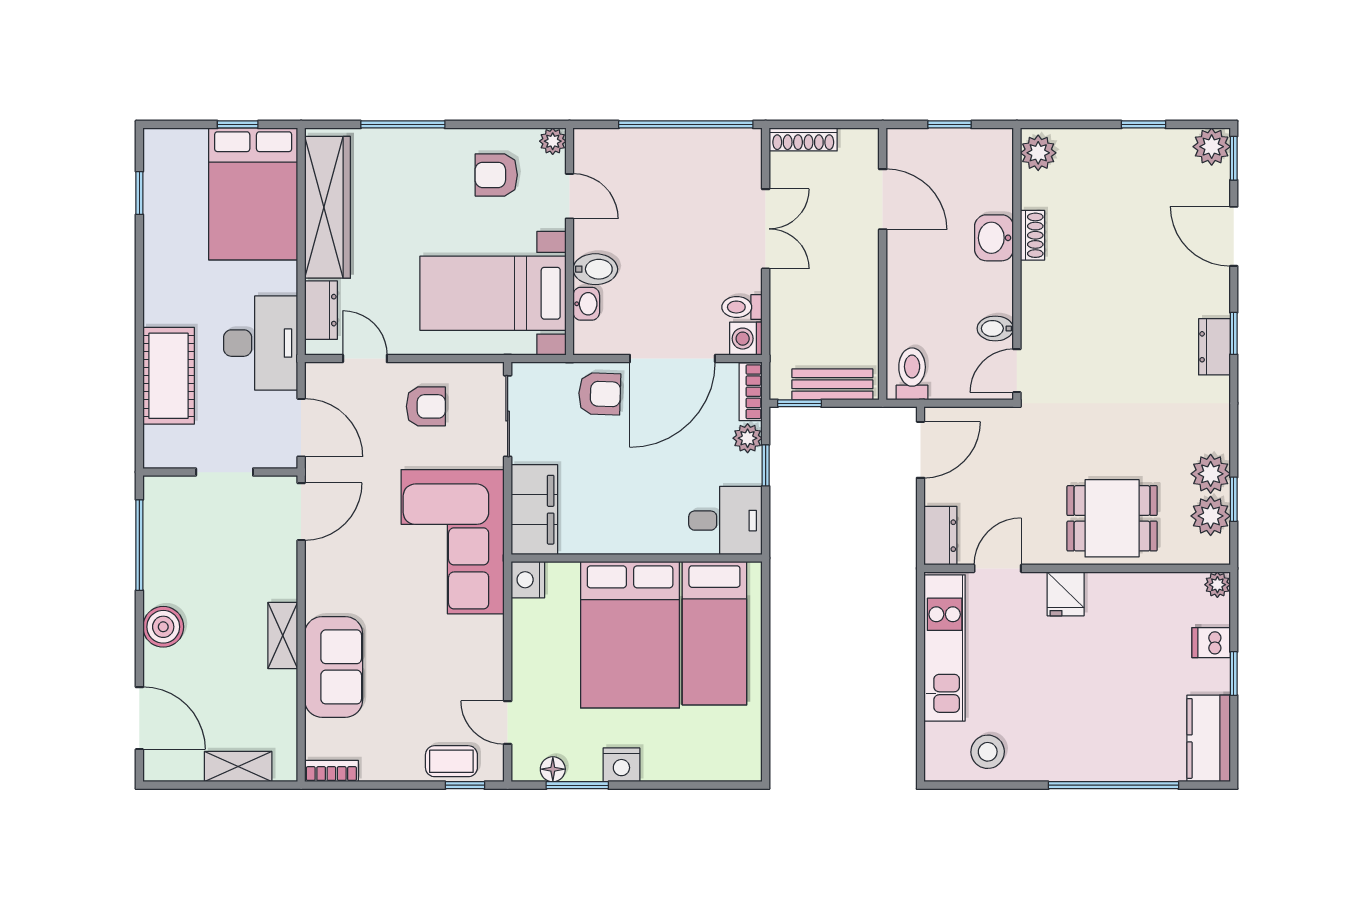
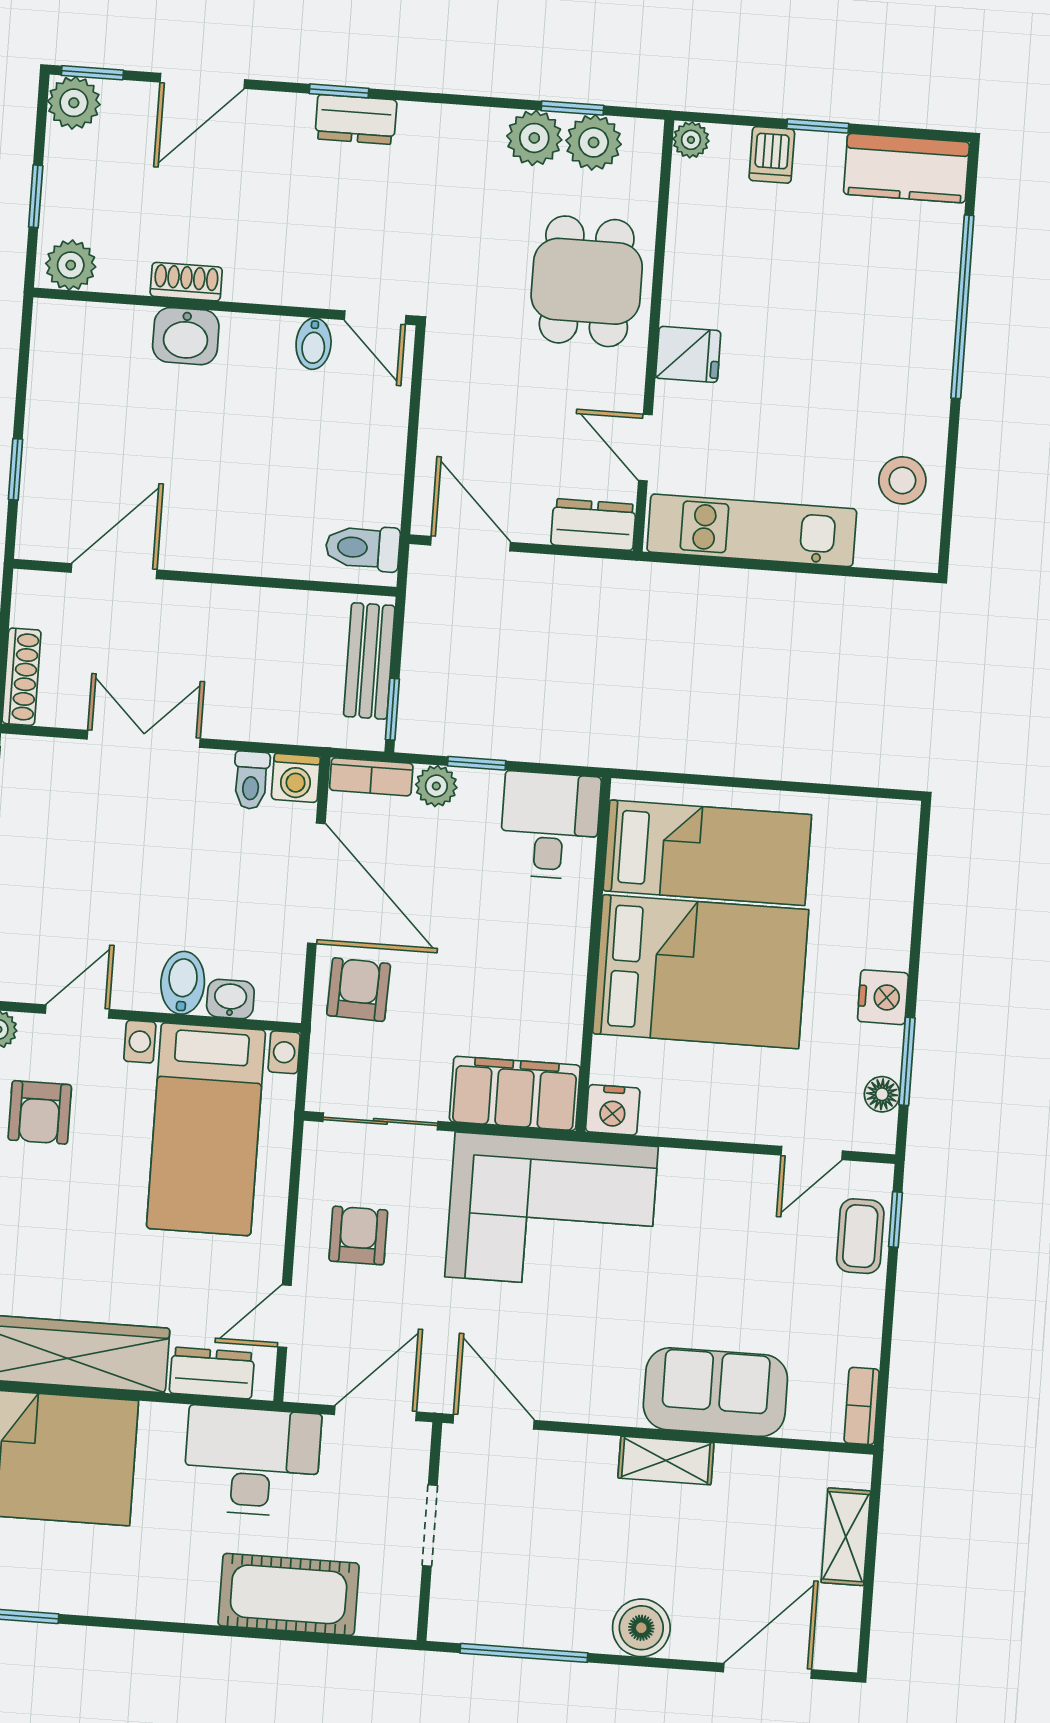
plant: (1038, 153) -> (71, 265), moved
shoe rack: (1032, 235) -> (186, 282), moved
washbasin: (994, 238) -> (186, 336), moved
wall: (1017, 264) -> (225, 307), moved
bidet: (995, 328) -> (314, 344), moved
door: (1017, 371) -> (375, 318), moved

